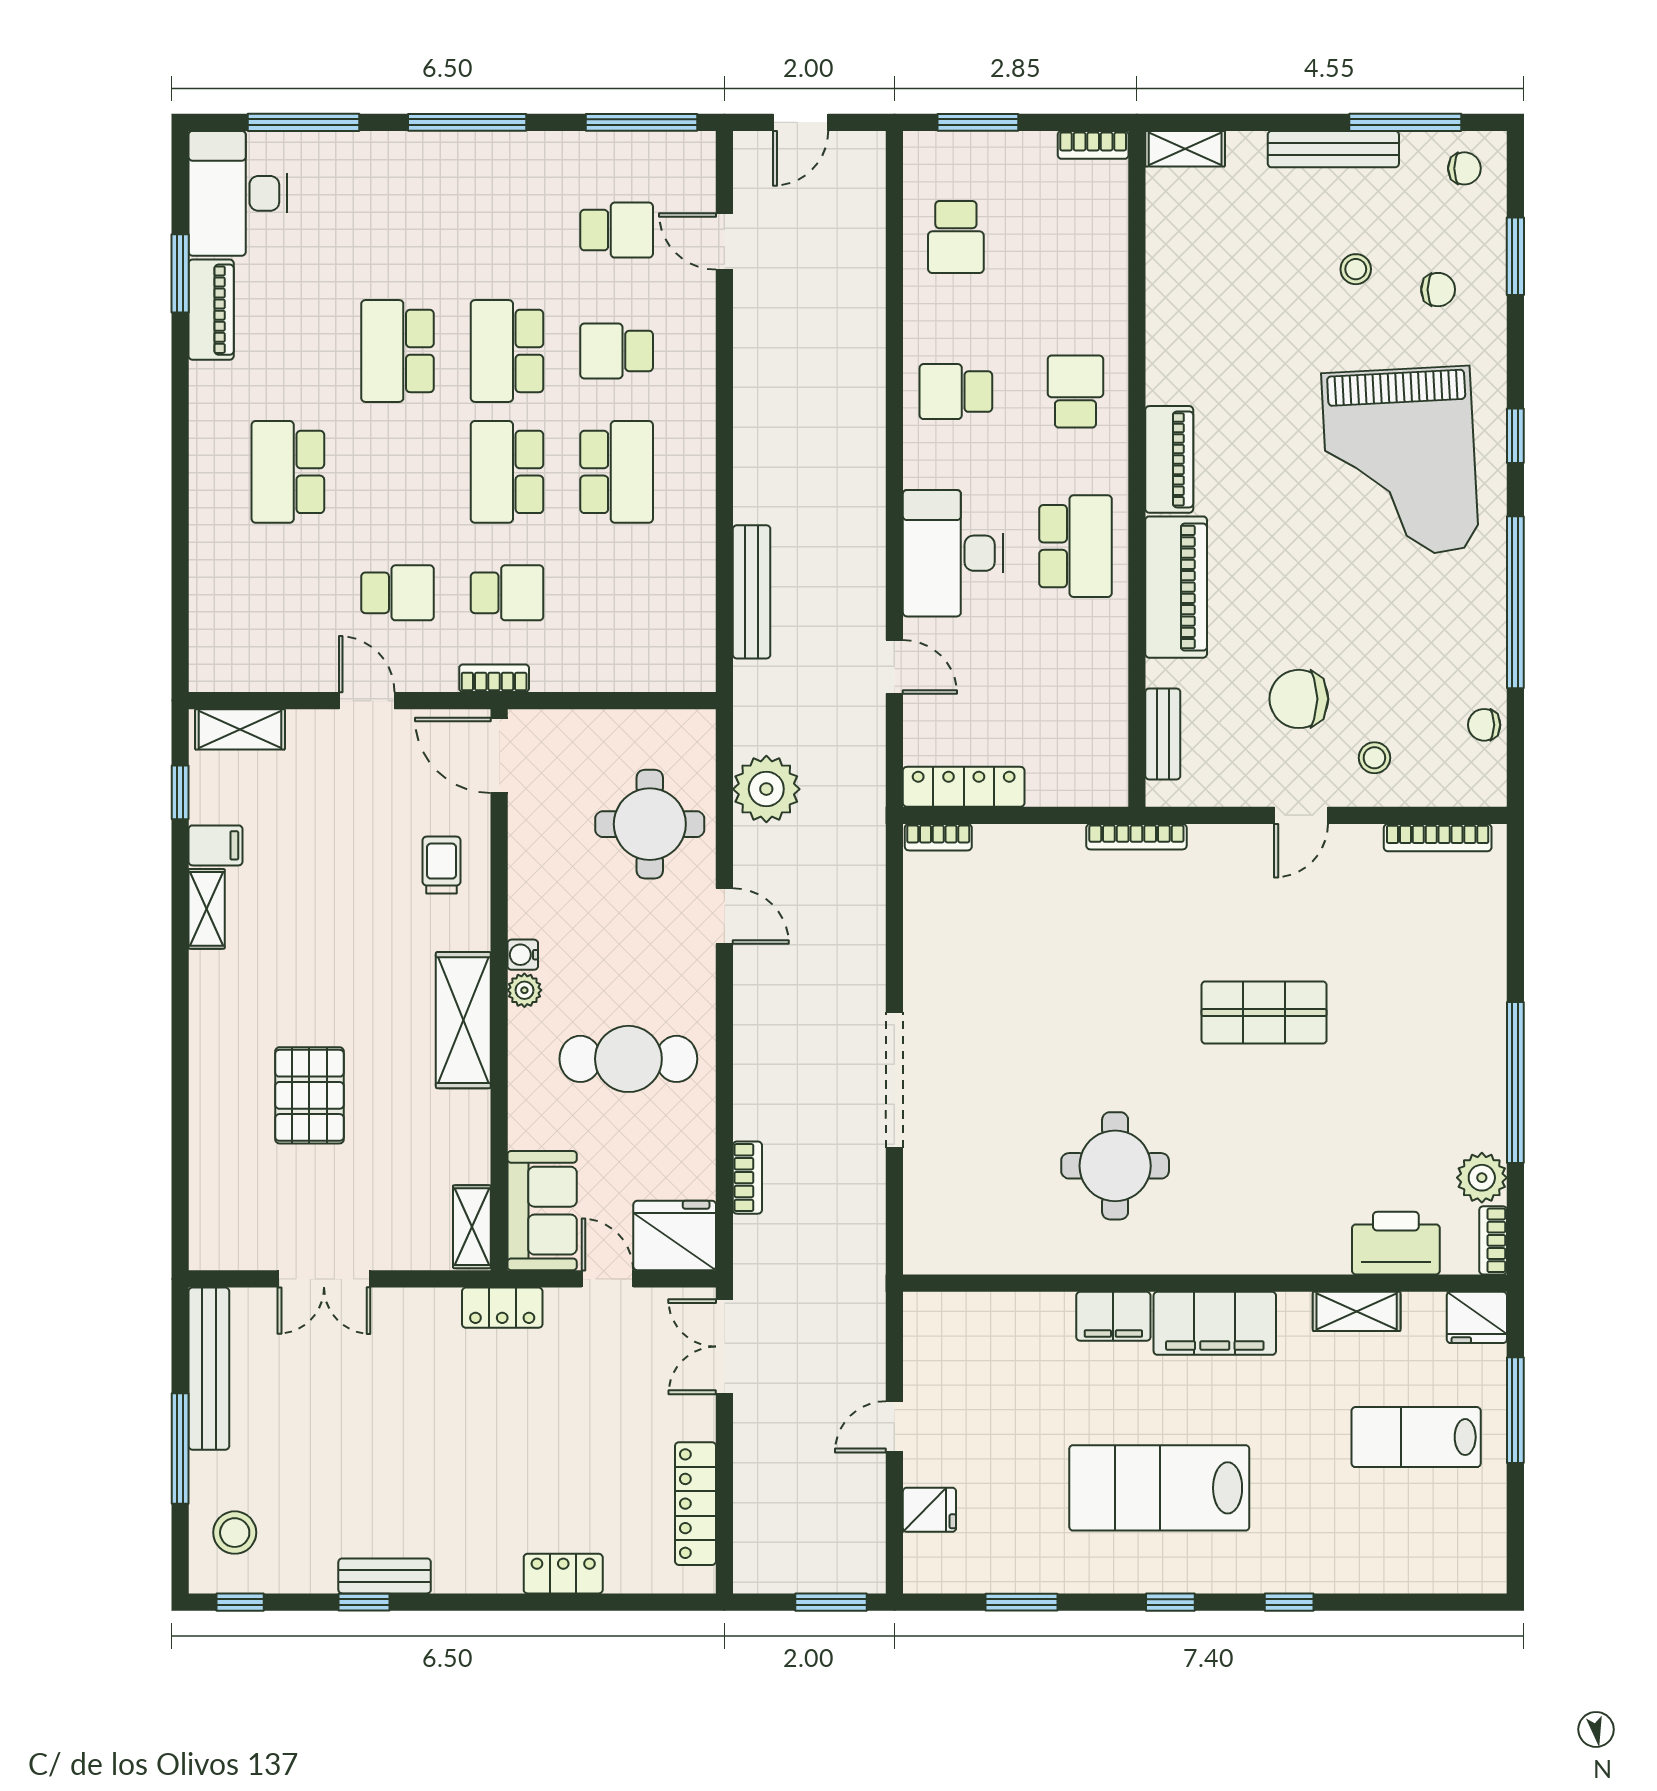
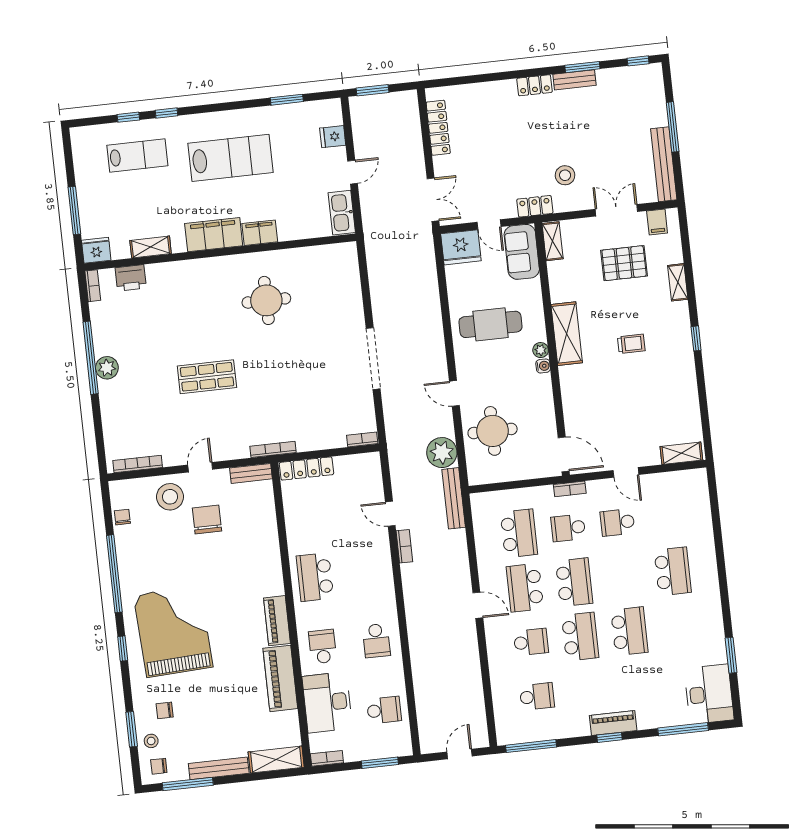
window: (467, 122) -> (609, 737), width x0.46
shelving: (1185, 149) -> (276, 760), width x1.50, depth x1.33
school desk: (617, 230) -> (537, 696), turned 180
school desk: (956, 237) -> (384, 710), turned 90
door: (724, 241) -> (478, 605), moved
stool: (1356, 269) -> (151, 741), moved
piano: (211, 310) -> (613, 723), moved, turned 90
school desk: (956, 392) -> (376, 641), turned 90
school desk: (1075, 392) -> (323, 647), turned 180
desk: (953, 553) -> (327, 702), moved, turned 180
piano: (1176, 587) -> (280, 678), moved
bench: (752, 592) -> (454, 498), moved
school desk: (617, 593) -> (519, 533), added
chair: (1299, 699) -> (207, 519), turned -90
chair: (1484, 725) -> (122, 517), turned -90
bench: (1163, 734) -> (251, 473), moved, turned 90
stool: (1374, 758) -> (170, 497), width x1.89, depth x1.89
locker: (964, 787) -> (306, 468), moved
window: (180, 792) -> (696, 338), moved
filing cabinet: (215, 845) -> (657, 222), moved, turned -90
trolley: (441, 865) -> (631, 344), moved, turned -90
shelving: (207, 909) -> (678, 282), moved
doorway: (894, 1080) -> (373, 359), moved
pallet: (309, 1095) -> (624, 263), moved, turned 90
bookcase: (747, 1178) -> (404, 546), moved, turned 180
plant: (1482, 1178) -> (107, 368), moved
printer: (1396, 1243) -> (131, 278), width x0.73, depth x0.84
kitchen sink: (928, 1340) -> (342, 213), added
lab bench: (1416, 1437) -> (137, 155), moved
stool: (235, 1533) -> (565, 175), moved
locker: (563, 1574) -> (535, 85), moved
window: (364, 1602) -> (582, 67), width x1.50
window: (1170, 1602) -> (128, 117), moved

